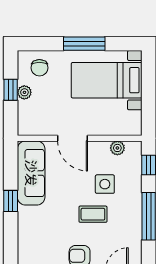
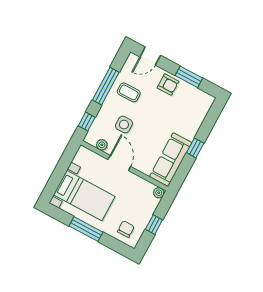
plant: (24, 92) -> (159, 193), moved
door: (73, 138) -> (119, 163), moved
coffee table: (93, 214) -> (129, 92), moved

